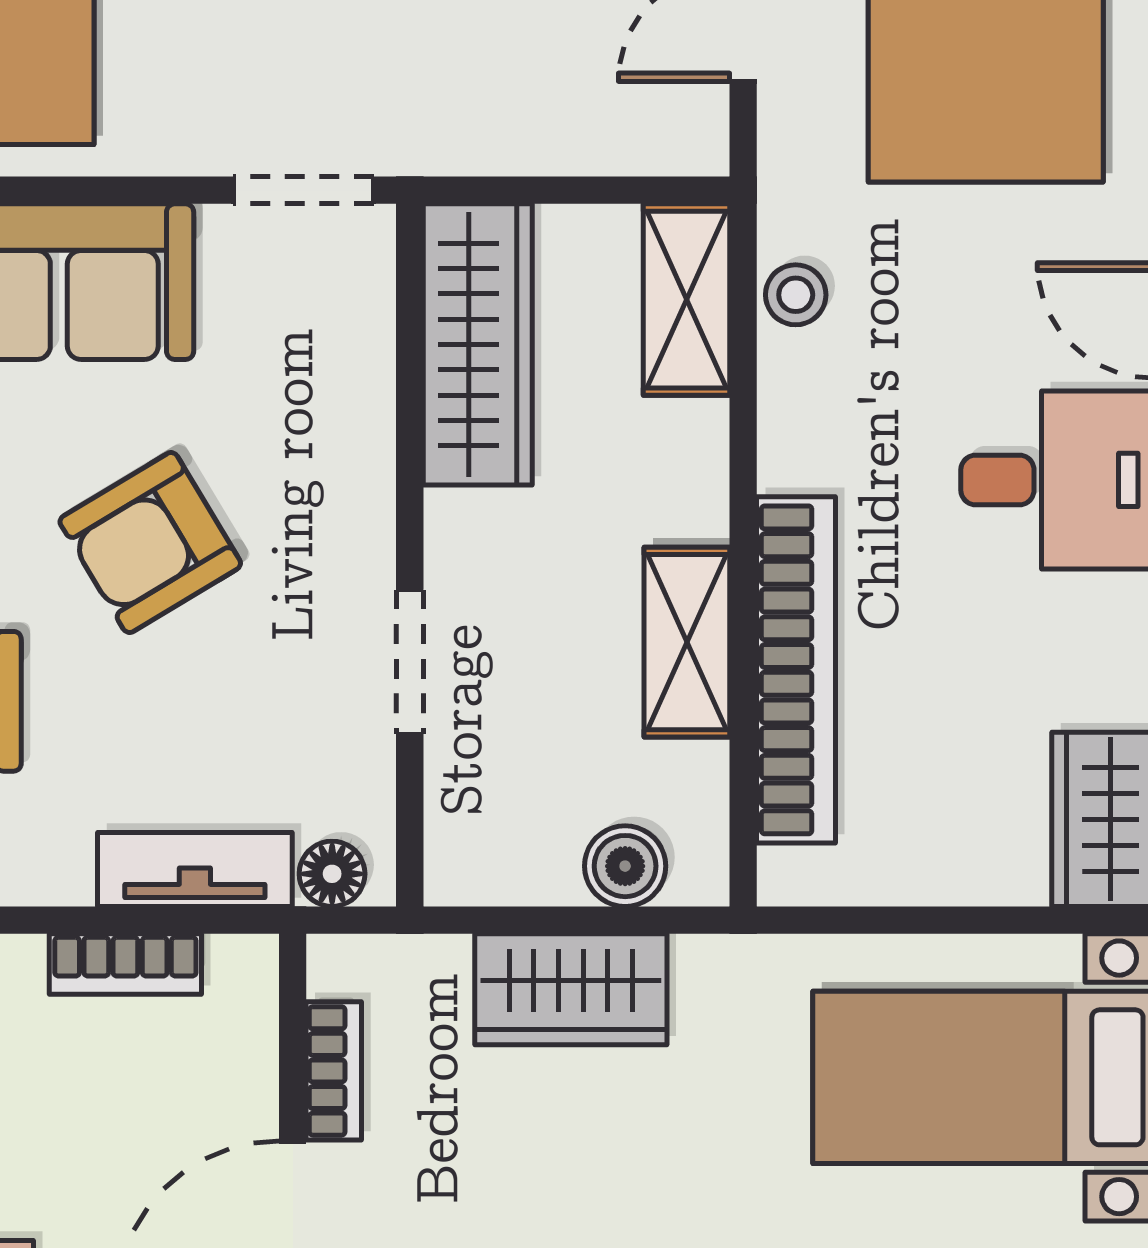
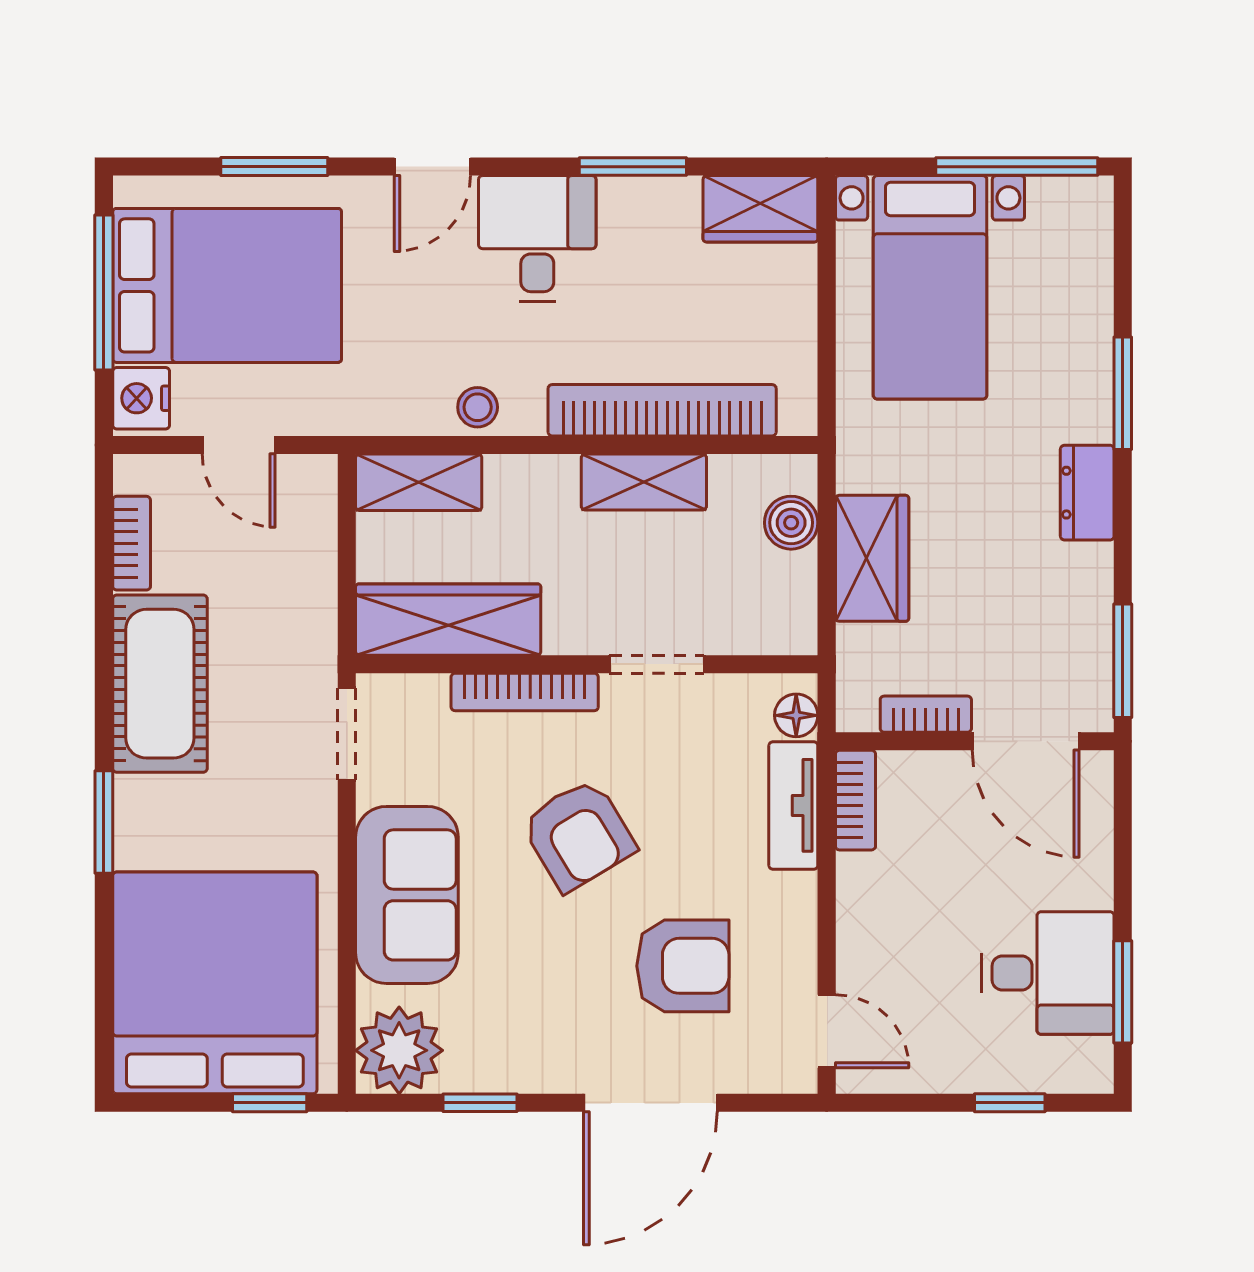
stool: (796, 295) -> (478, 407), moved
bookcase: (368, 461) -> (525, 692), added
bookcase: (125, 964) -> (855, 800), moved

